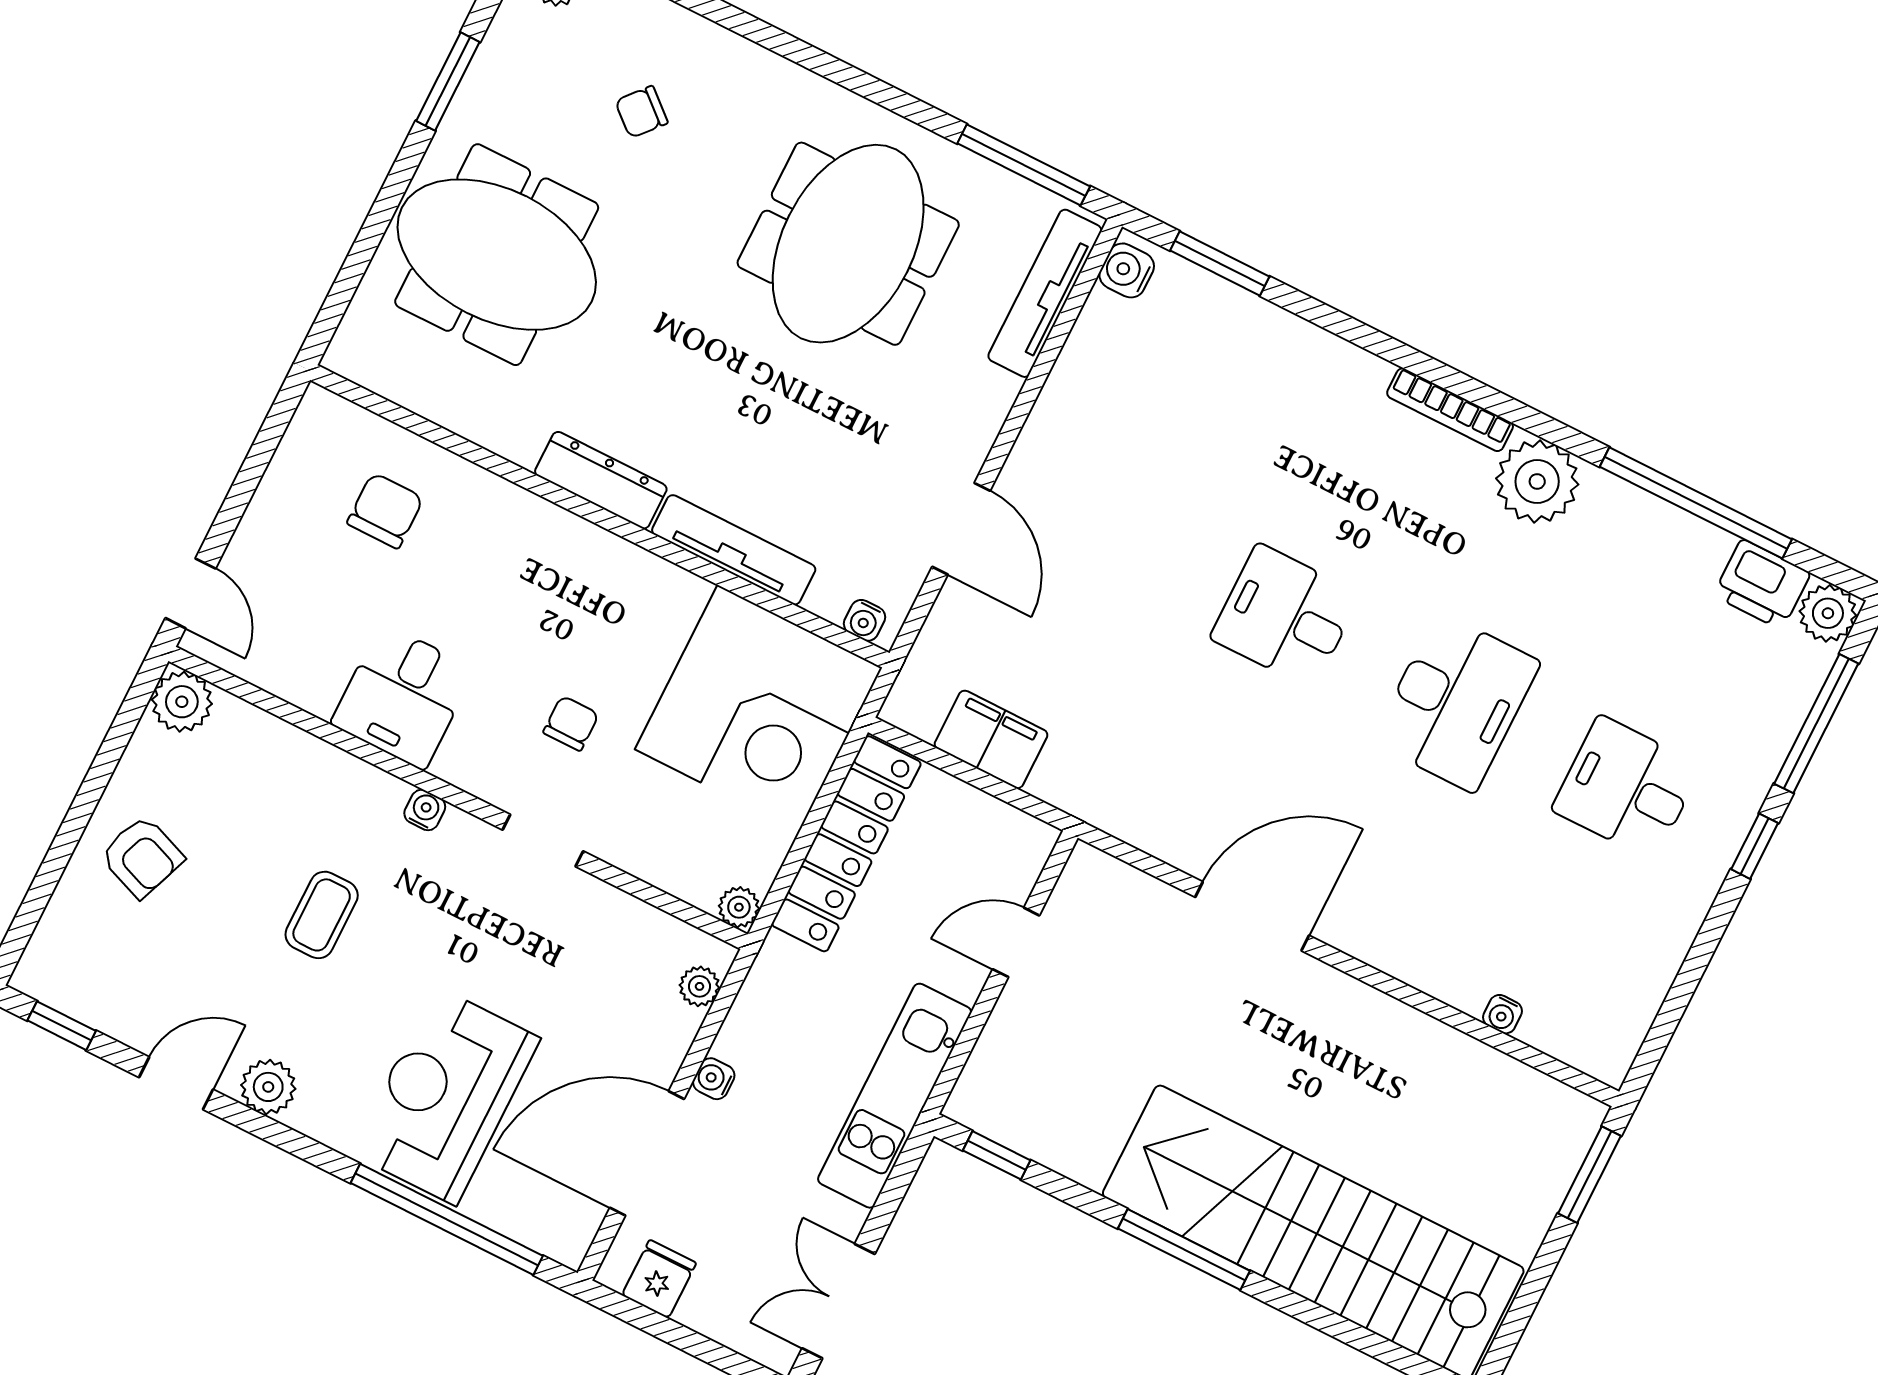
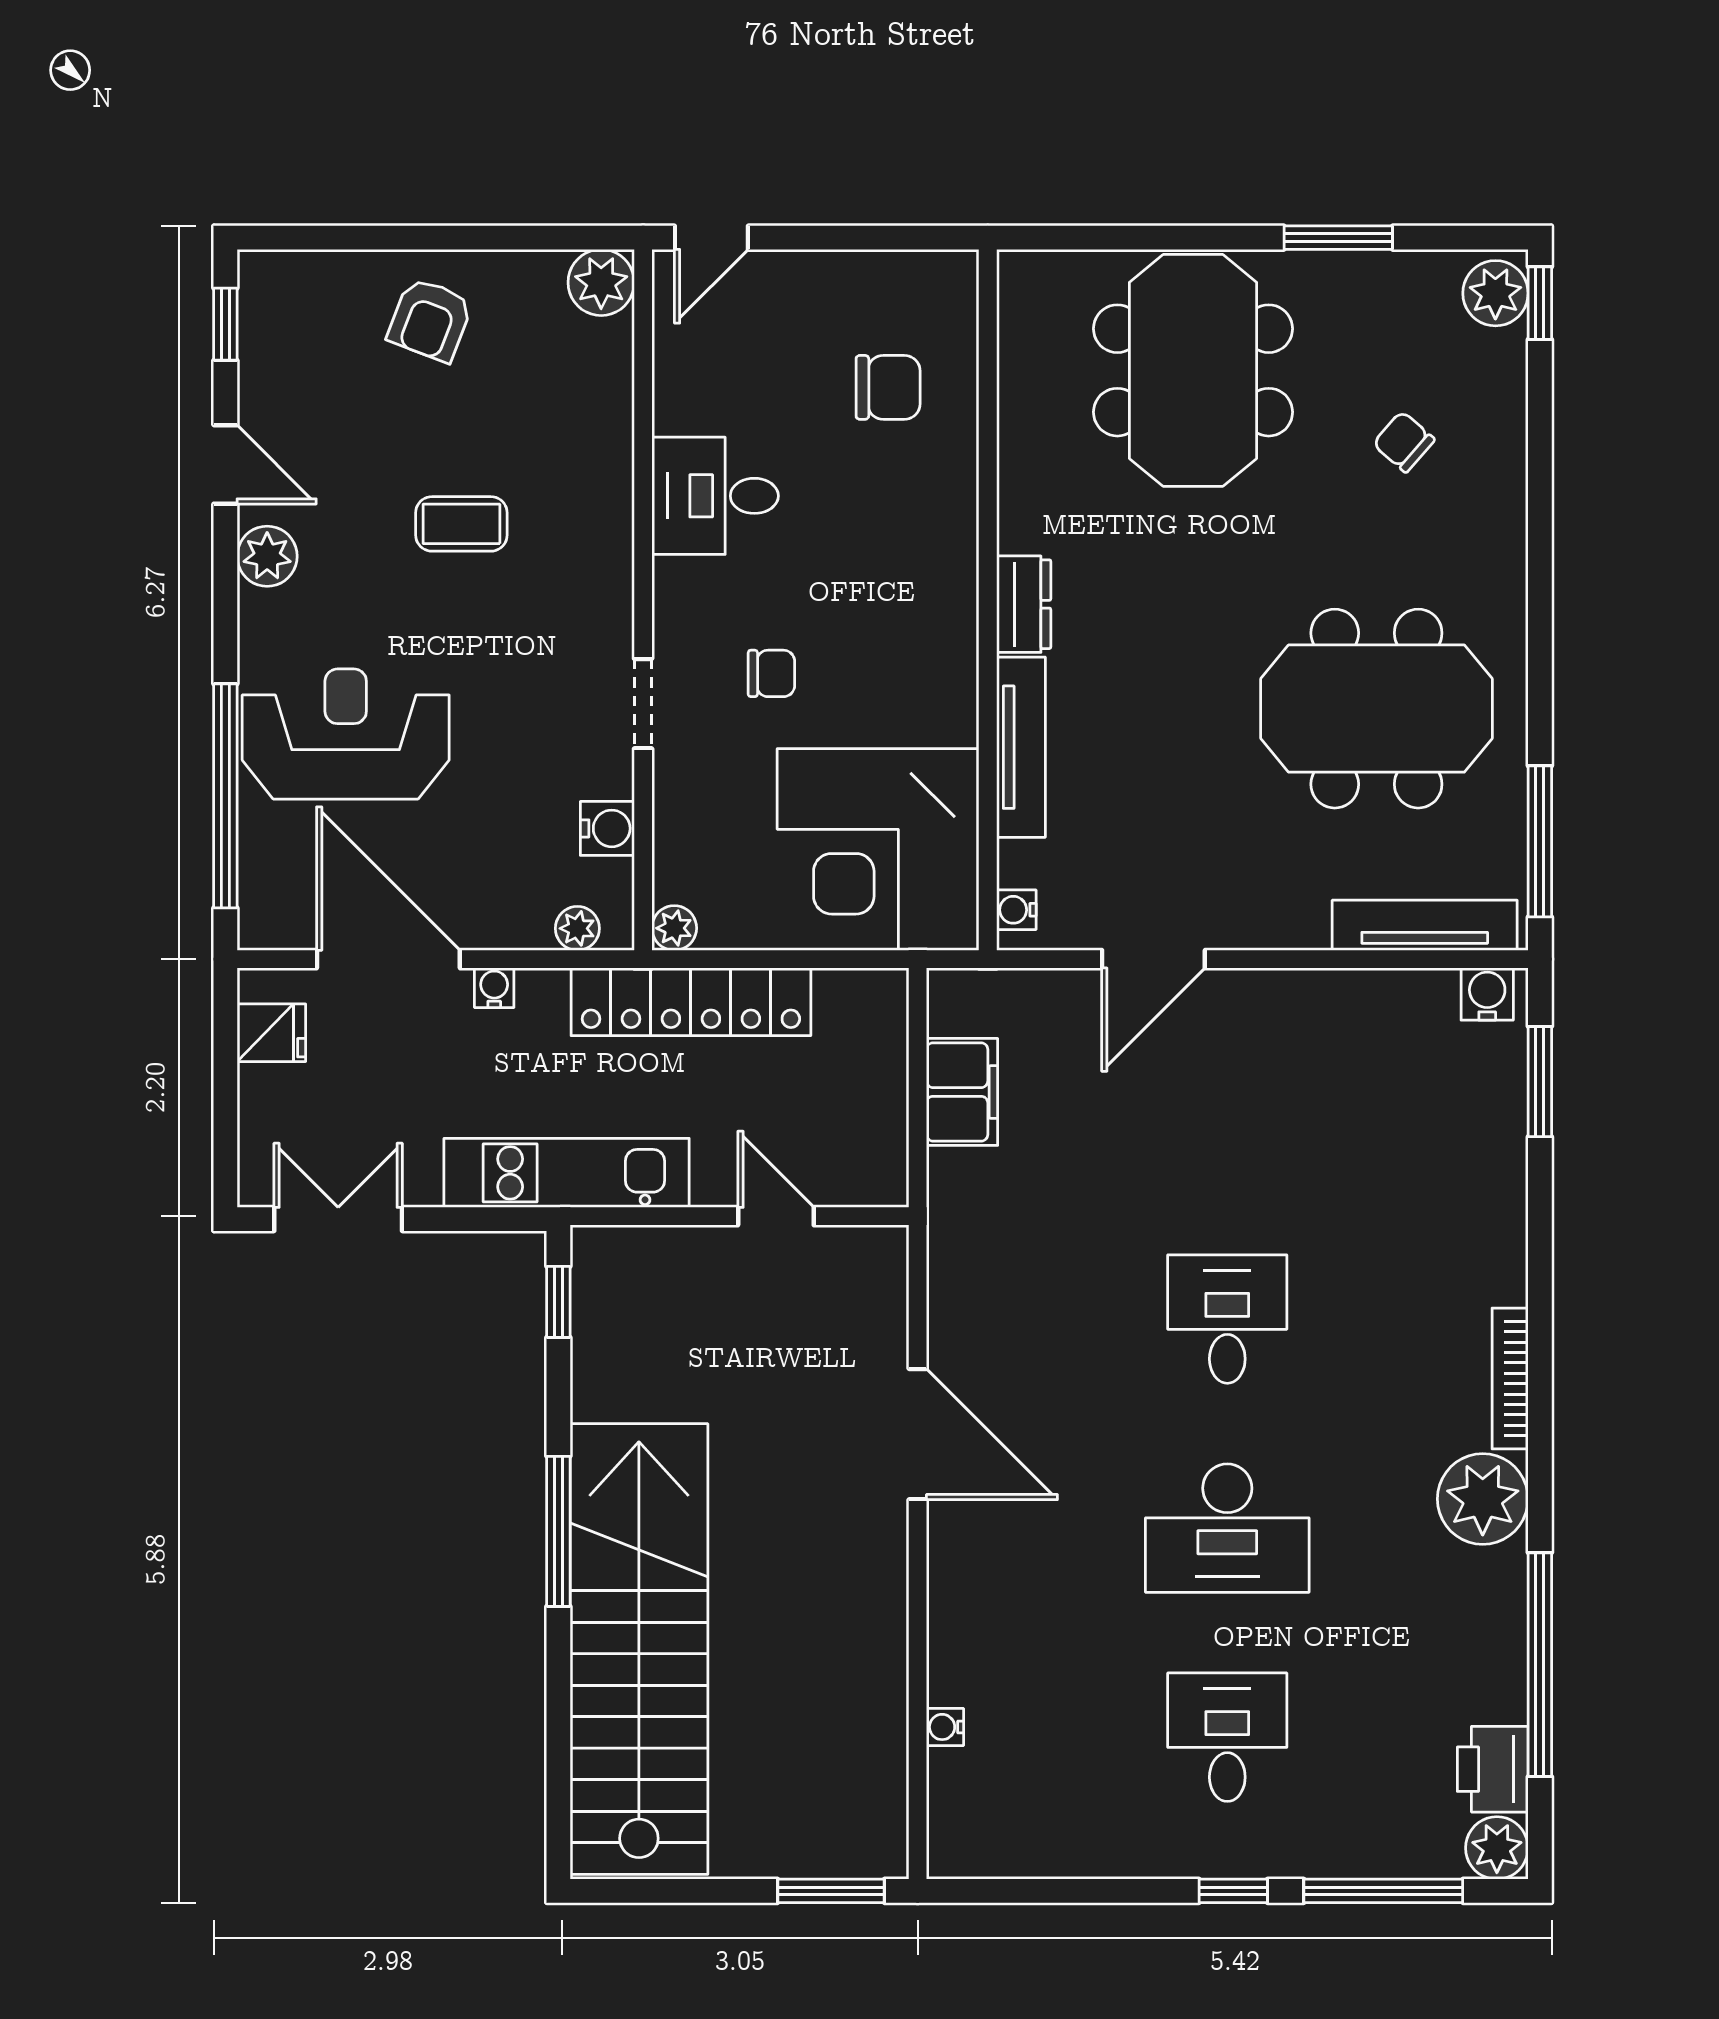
dresser: (601, 480) -> (1024, 604), width x0.70
water cooler: (425, 810) -> (607, 828), moved, width x1.38, depth x1.38
locker: (846, 844) -> (691, 1002), moved

